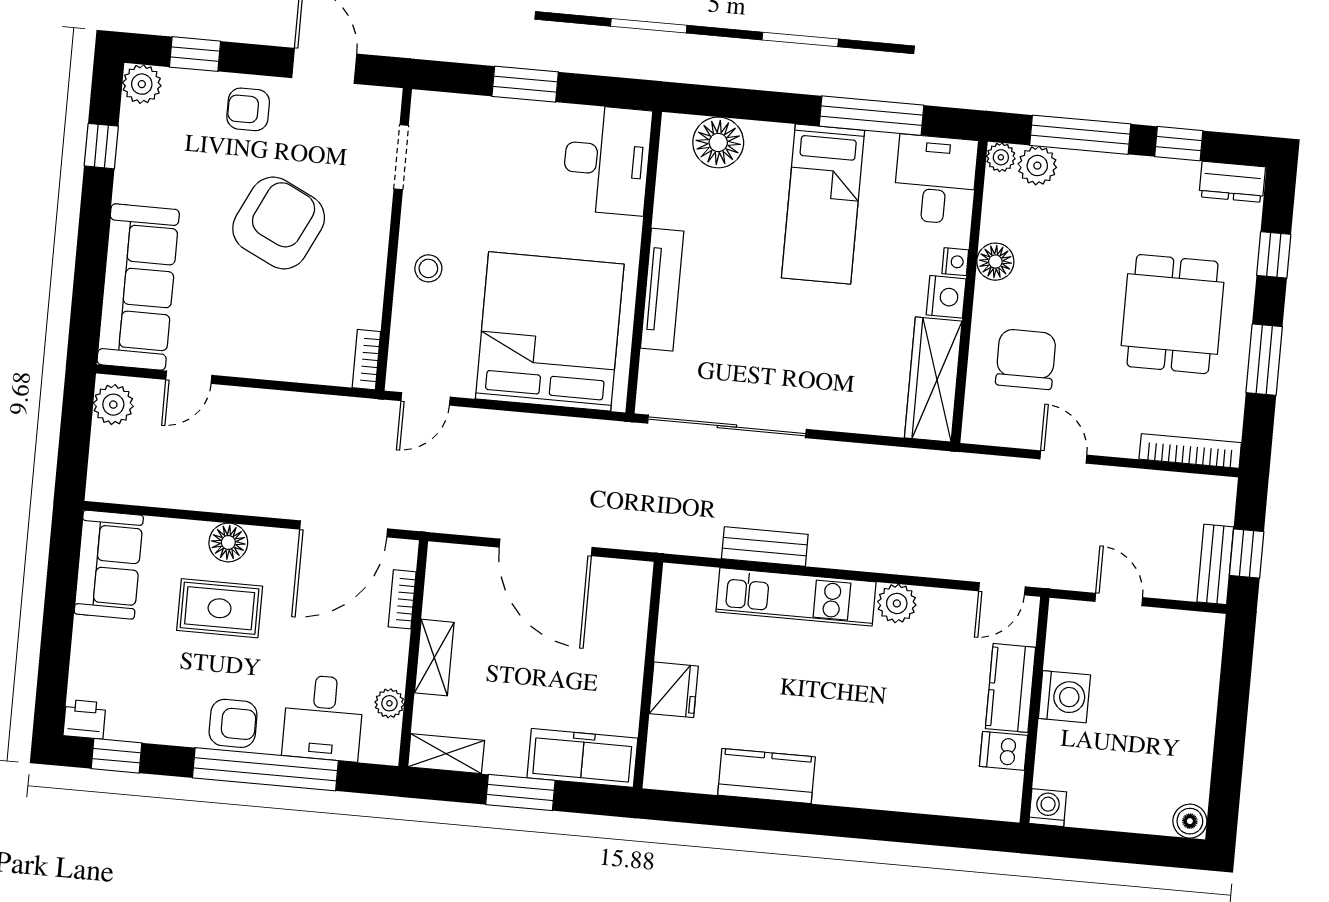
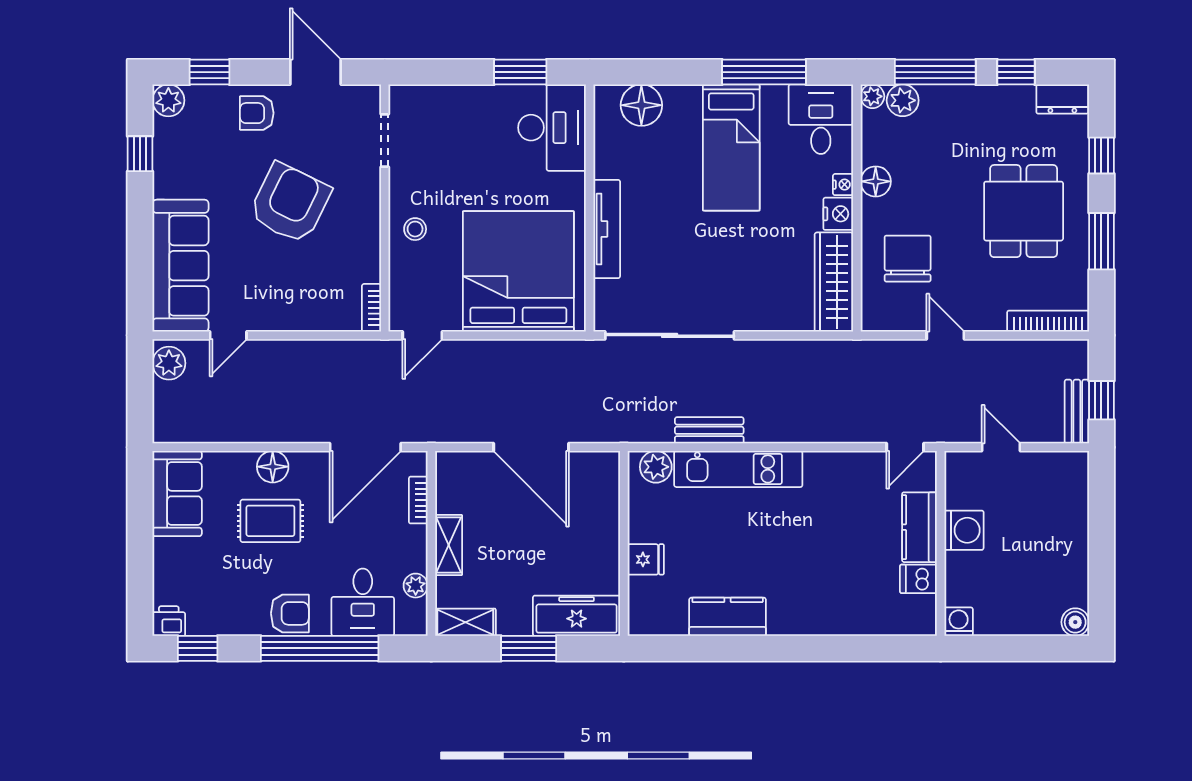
window: (525, 84) -> (520, 72), moved
plant: (897, 603) -> (656, 467), moved
fridge: (674, 690) -> (646, 559), width x0.72

